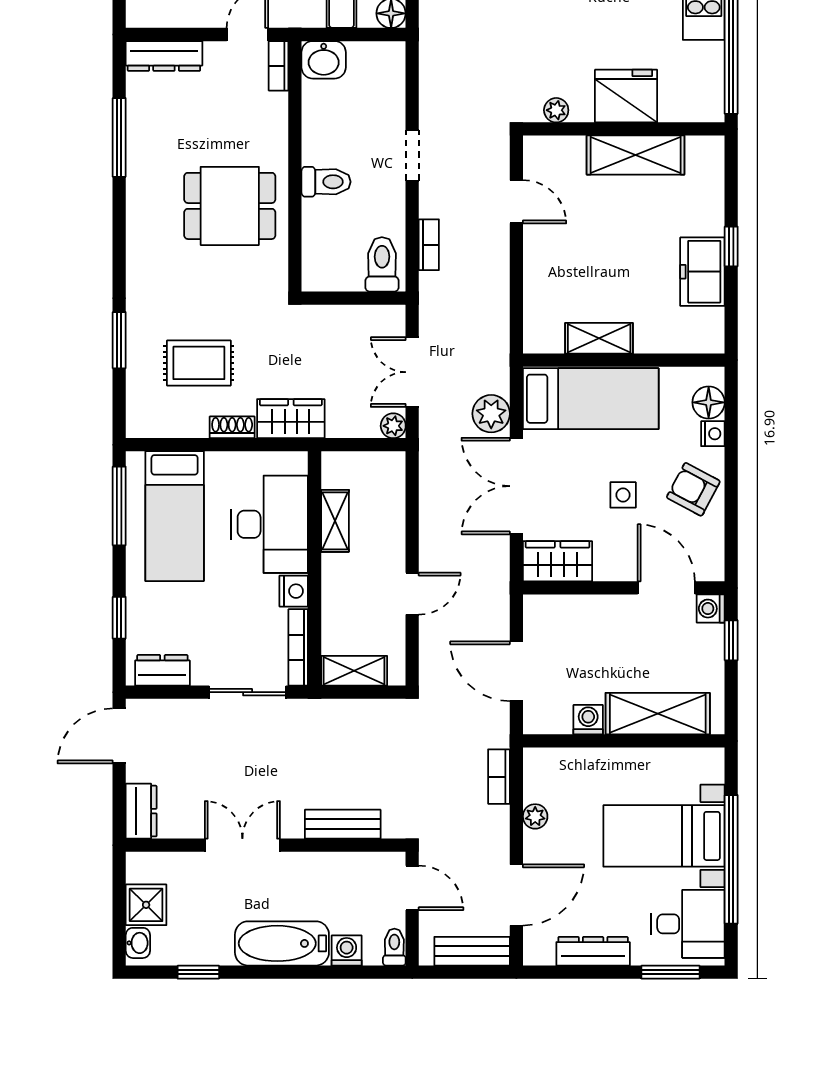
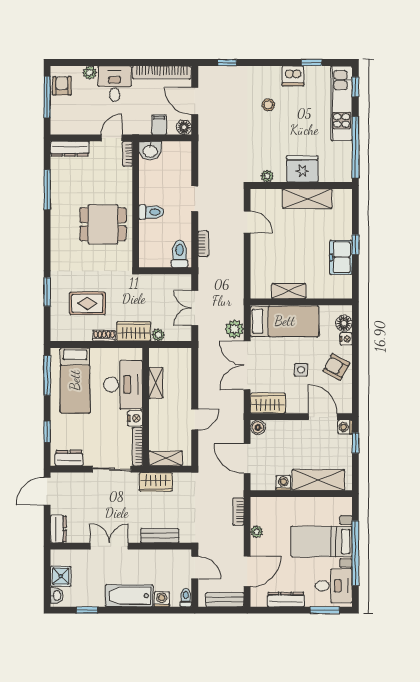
plant: (393, 426) -> (158, 335), moved
boiler: (538, 609) -> (258, 427), added
wardrobe: (335, 718) -> (156, 482), added

